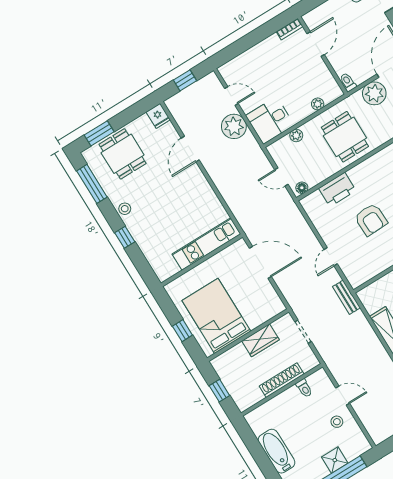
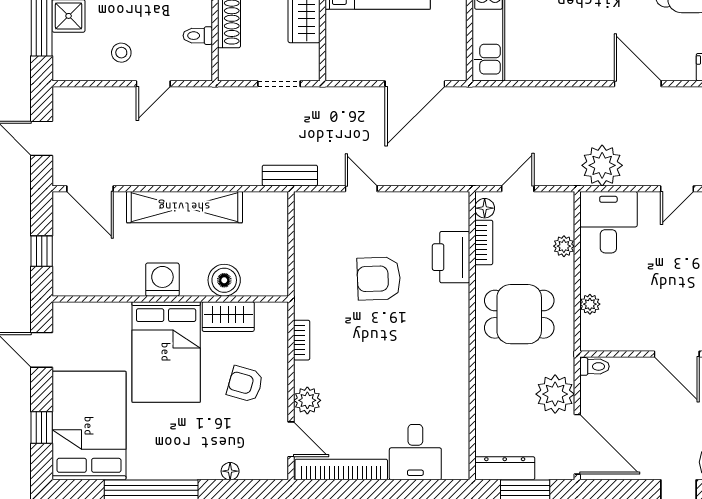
plant: (234, 126) -> (602, 165), moved
bookcase: (320, 177) -> (484, 242), added

